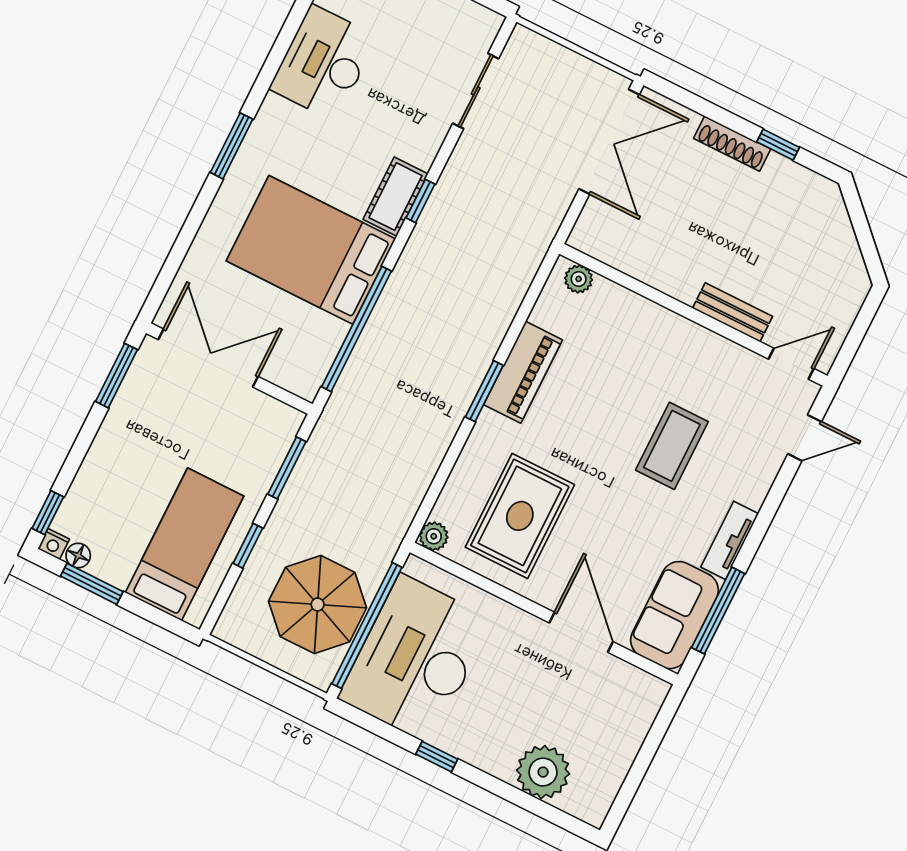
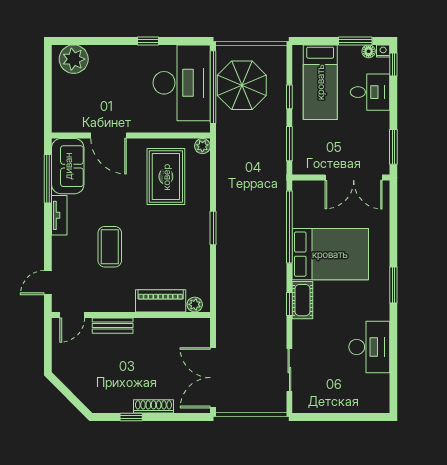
piano: (523, 372) -> (161, 301), moved, turned 90
desk: (110, 486) -> (370, 92), added
plant: (543, 772) -> (74, 59), moved

